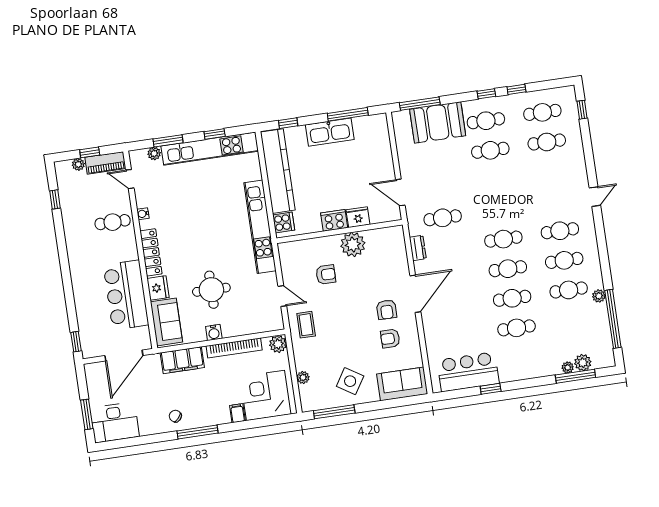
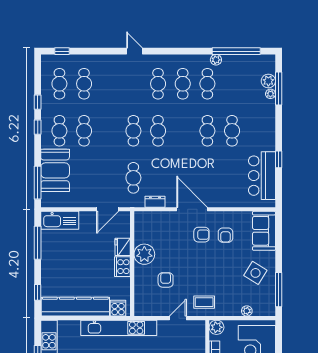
kitchen sink: (330, 132) -> (60, 220), moved, turned 90
cafe table: (508, 269) -> (133, 131), moved

